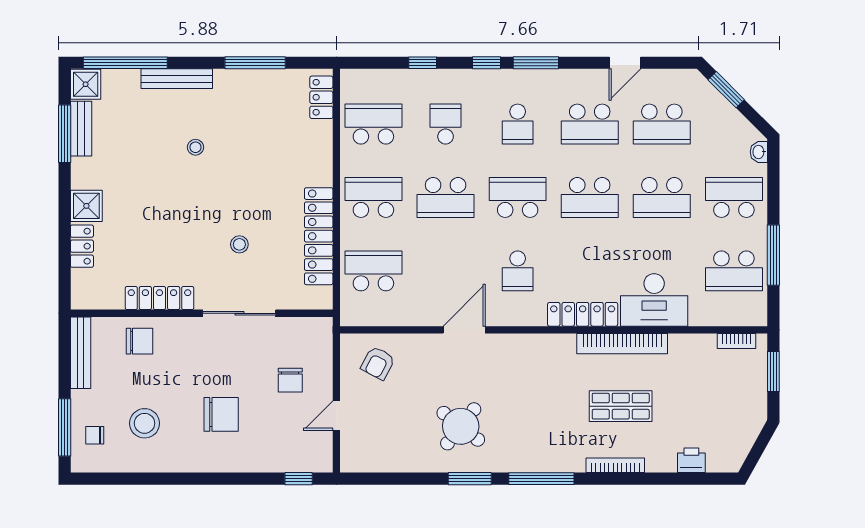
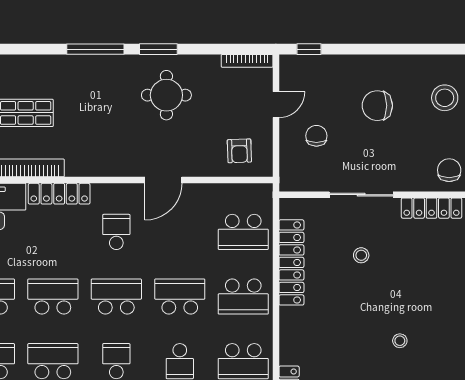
school desk: (518, 197) -> (116, 297), turned 180
chair: (139, 341) -> (449, 170), turned 90
armchair: (378, 363) -> (239, 151), turned 150
round table: (461, 426) -> (166, 95), turned -38
bookcase: (615, 465) -> (247, 61), moved

